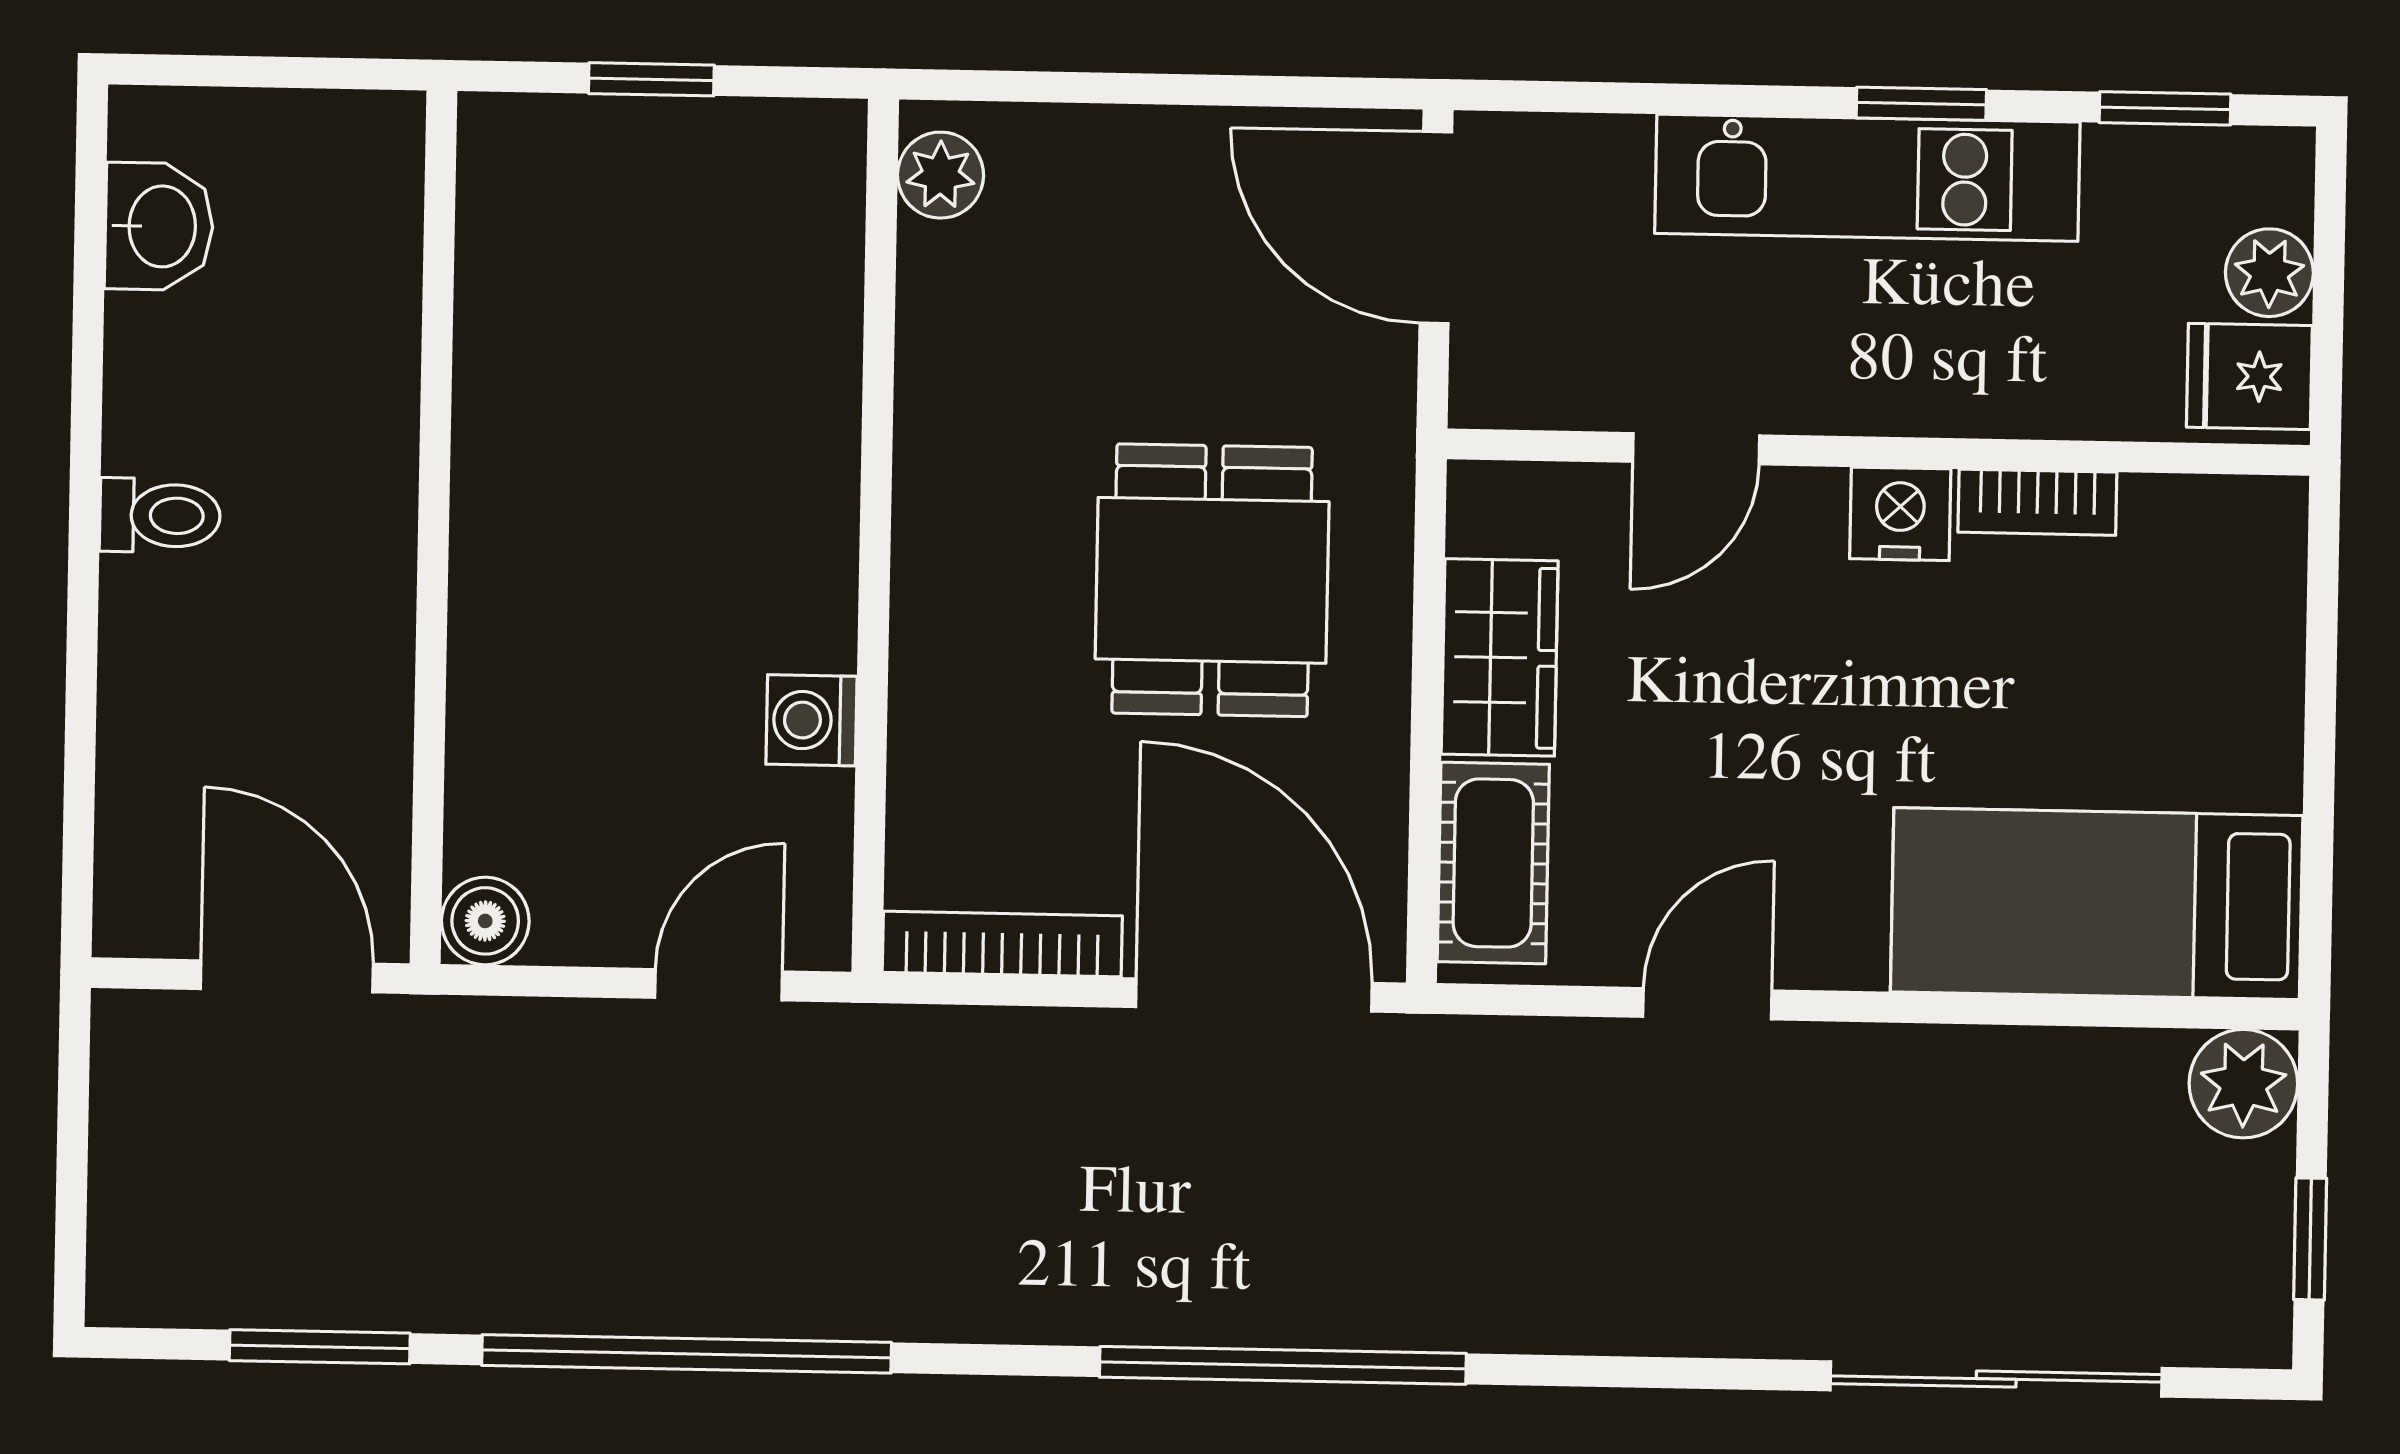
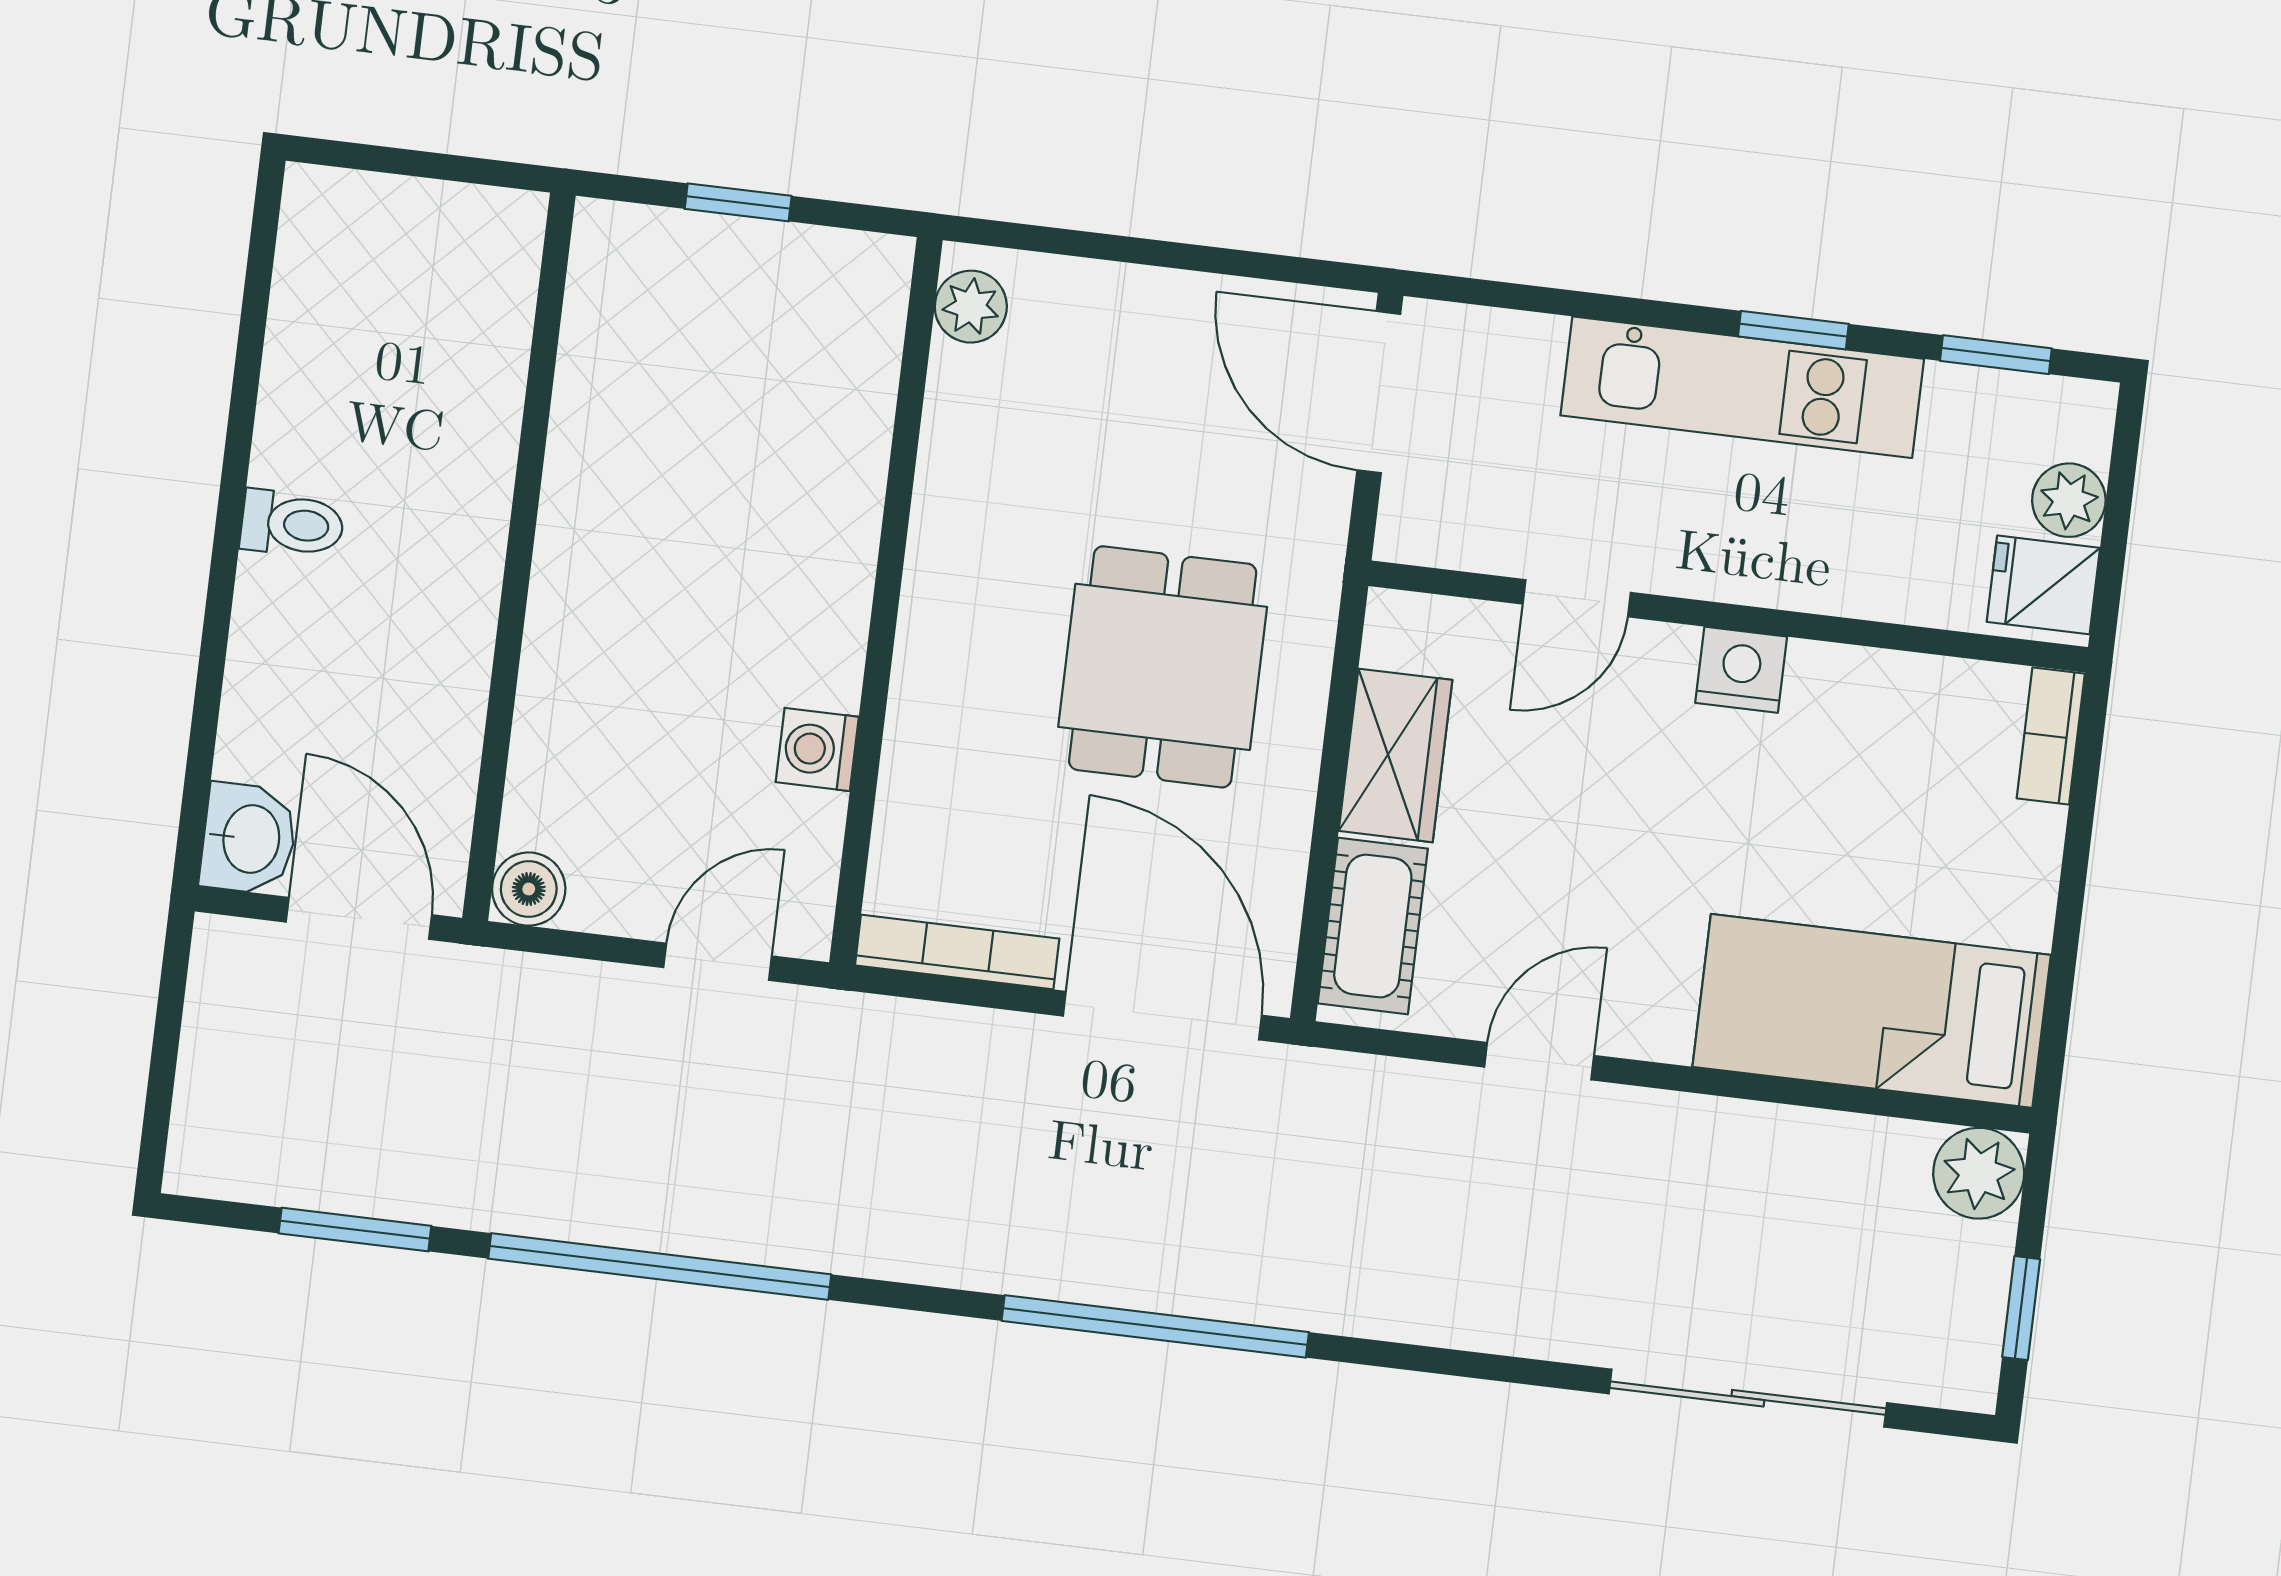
washbasin: (159, 226) -> (249, 839), moved
bookcase: (2037, 502) -> (2051, 736), moved, turned 90

